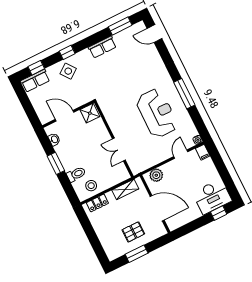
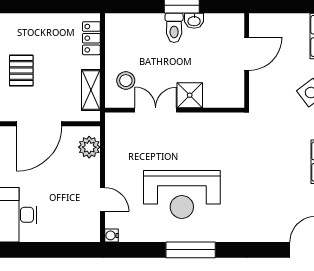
shower: (90, 113) -> (190, 95), moved
washbasin: (54, 139) -> (194, 21), moved
filing cabinet: (203, 152) -> (89, 234), removed
toilet: (76, 174) -> (174, 28), moved
stool: (91, 186) -> (126, 81), moved

